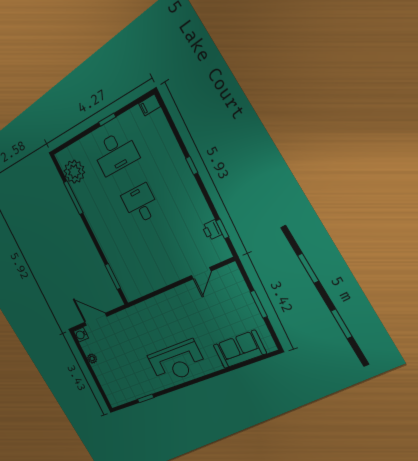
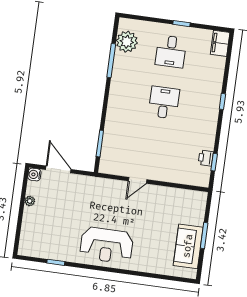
filing cabinet: (150, 105) -> (220, 43), width x2.00
desk: (115, 153) -> (171, 52), width x0.73
door: (201, 273) -> (138, 180), moved
sofa: (240, 349) -> (188, 246), moved, turned -90

